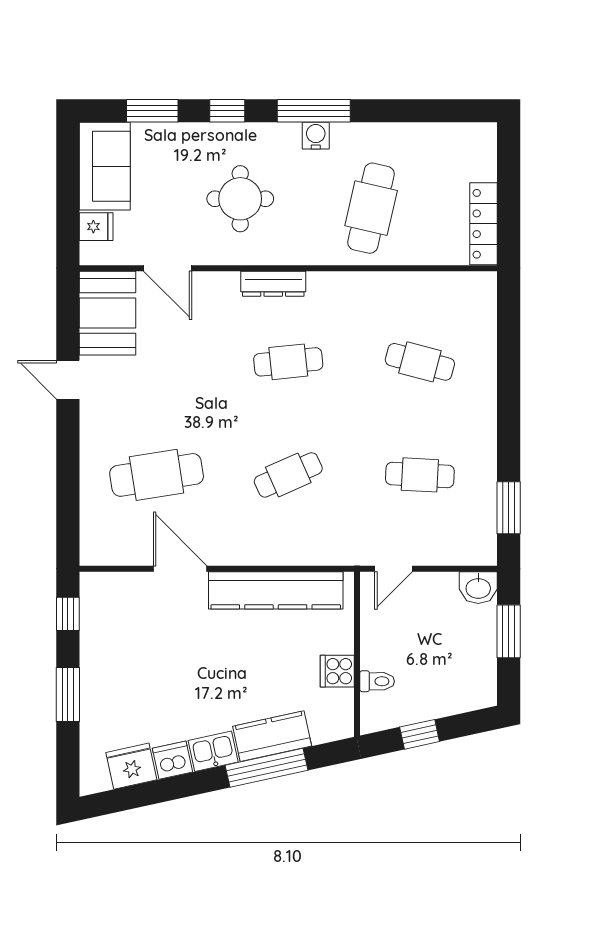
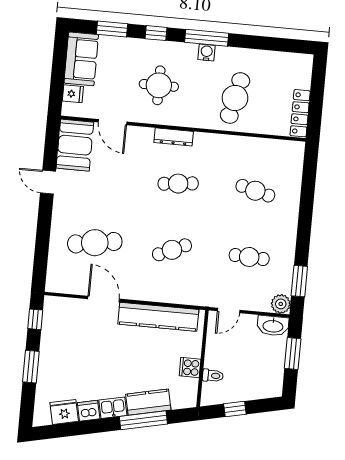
plant: (481, 549) -> (281, 304), added
washbasin: (478, 588) -> (273, 326), width x1.38

